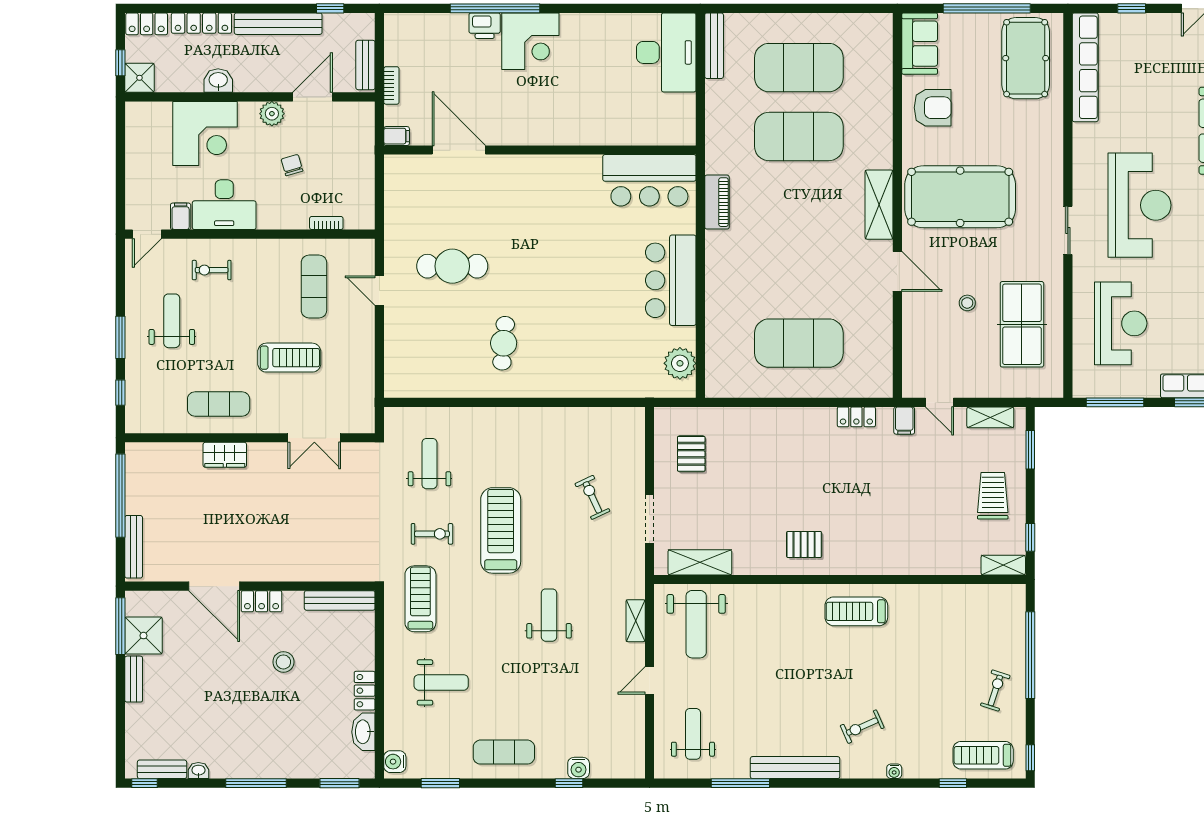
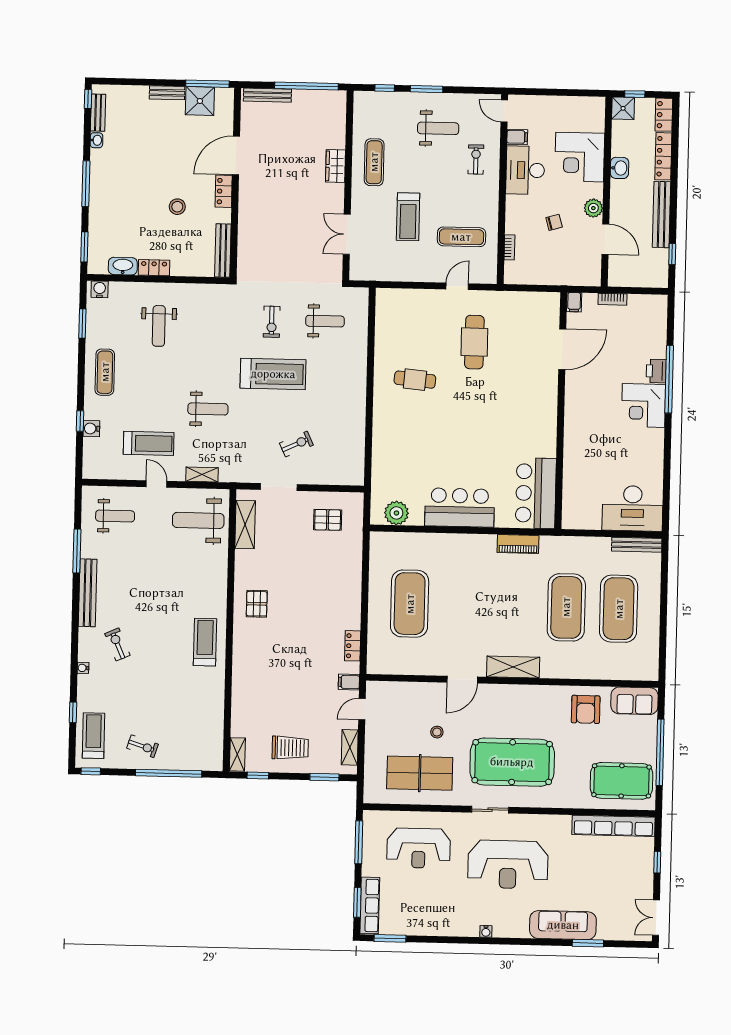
bench: (365, 65) -> (629, 280), removed
pool table: (960, 197) -> (512, 762), moved, turned 90
treadmill: (420, 599) -> (149, 443), moved

